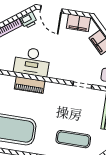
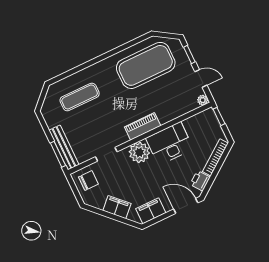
plant: (58, 70) -> (139, 152), added
piano: (30, 85) -> (143, 126), moved

